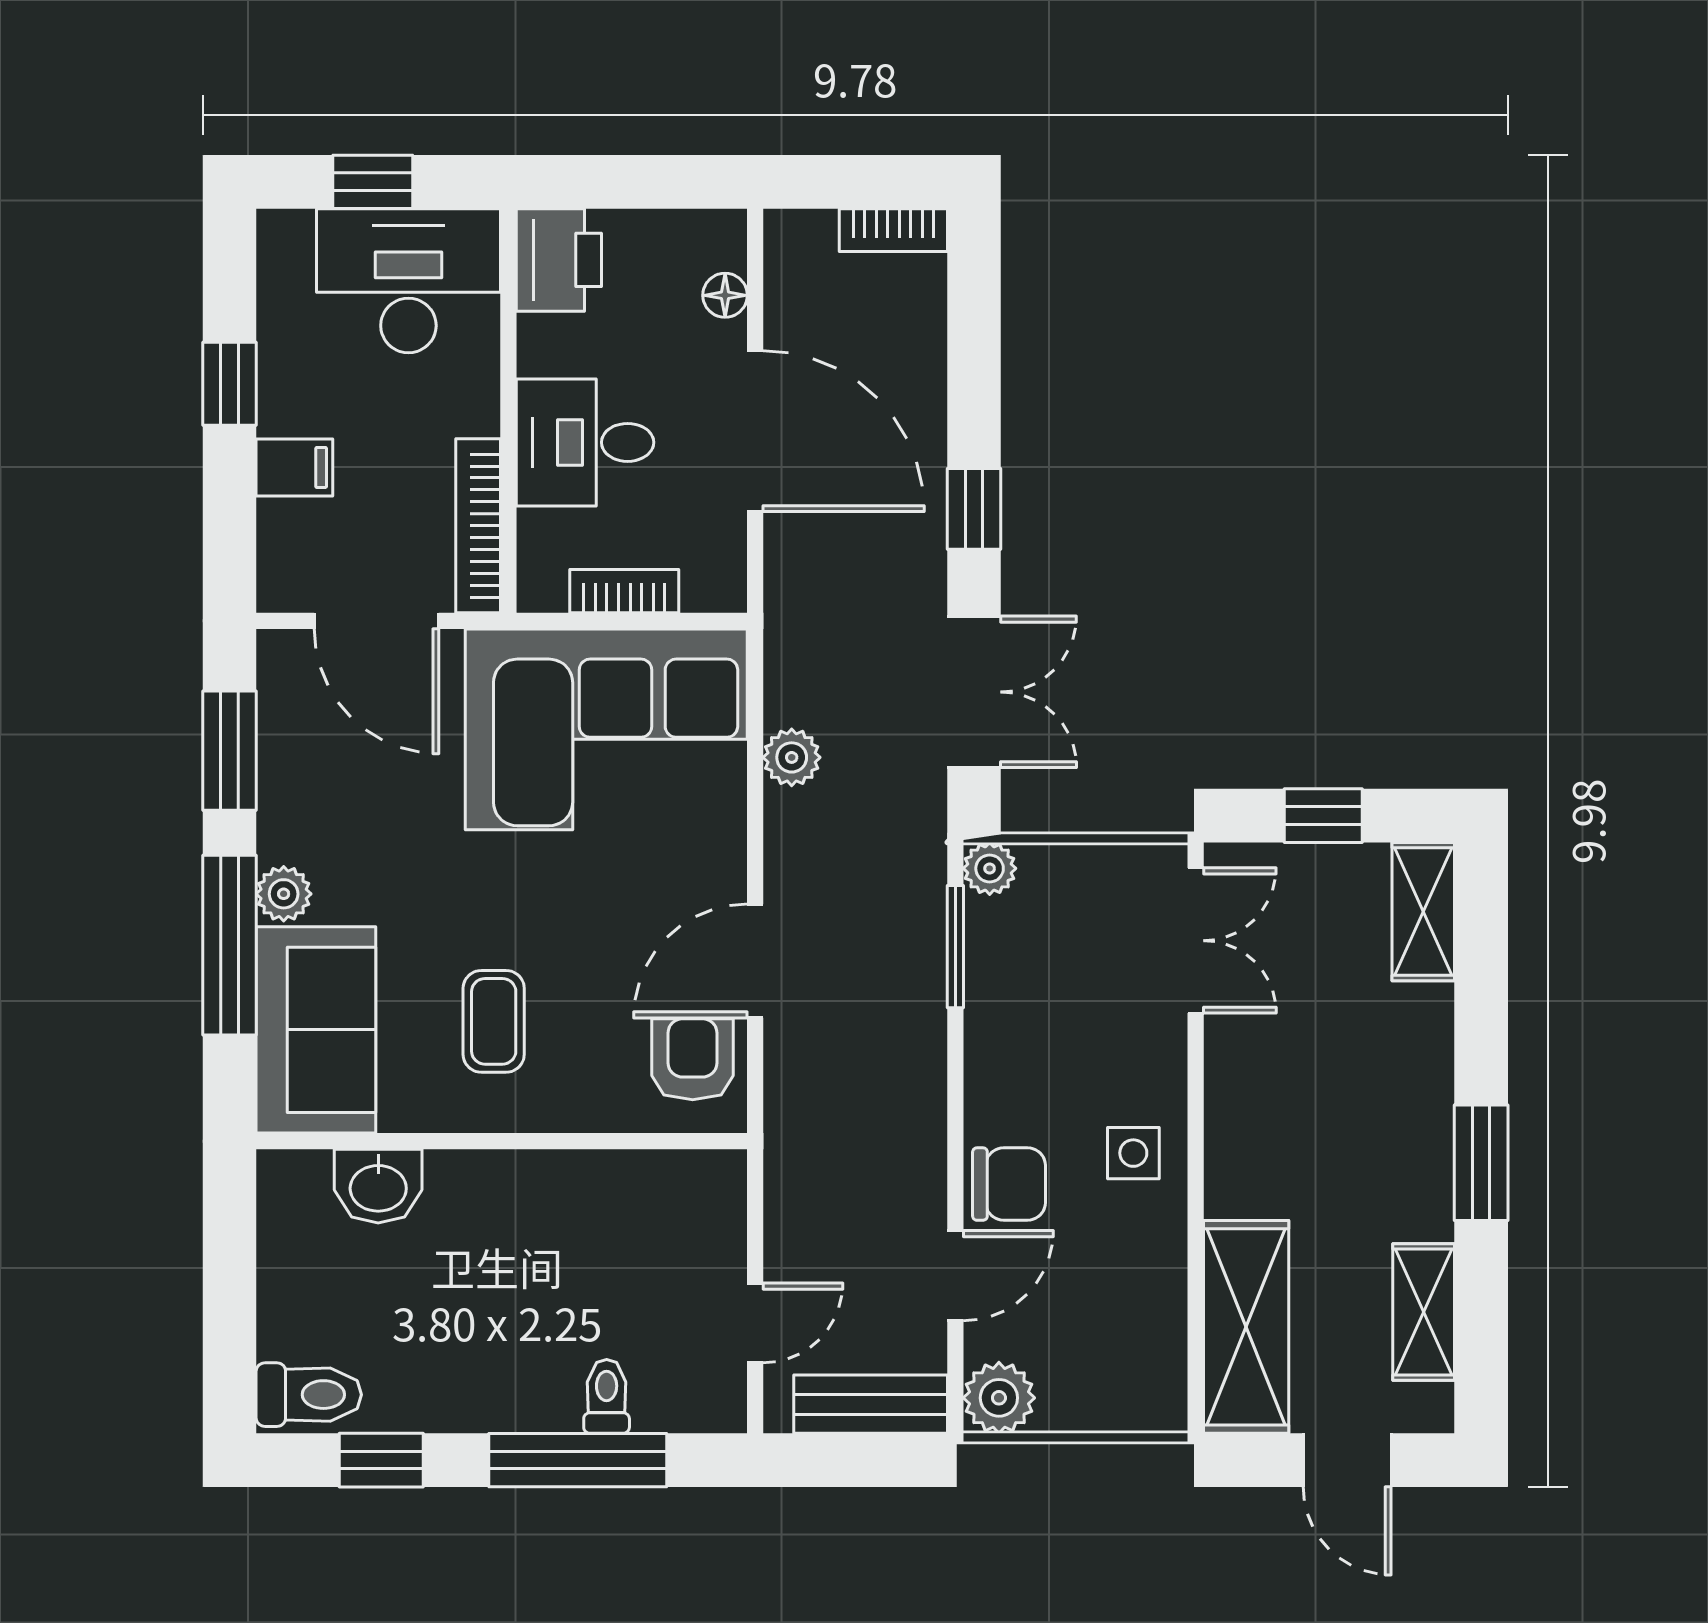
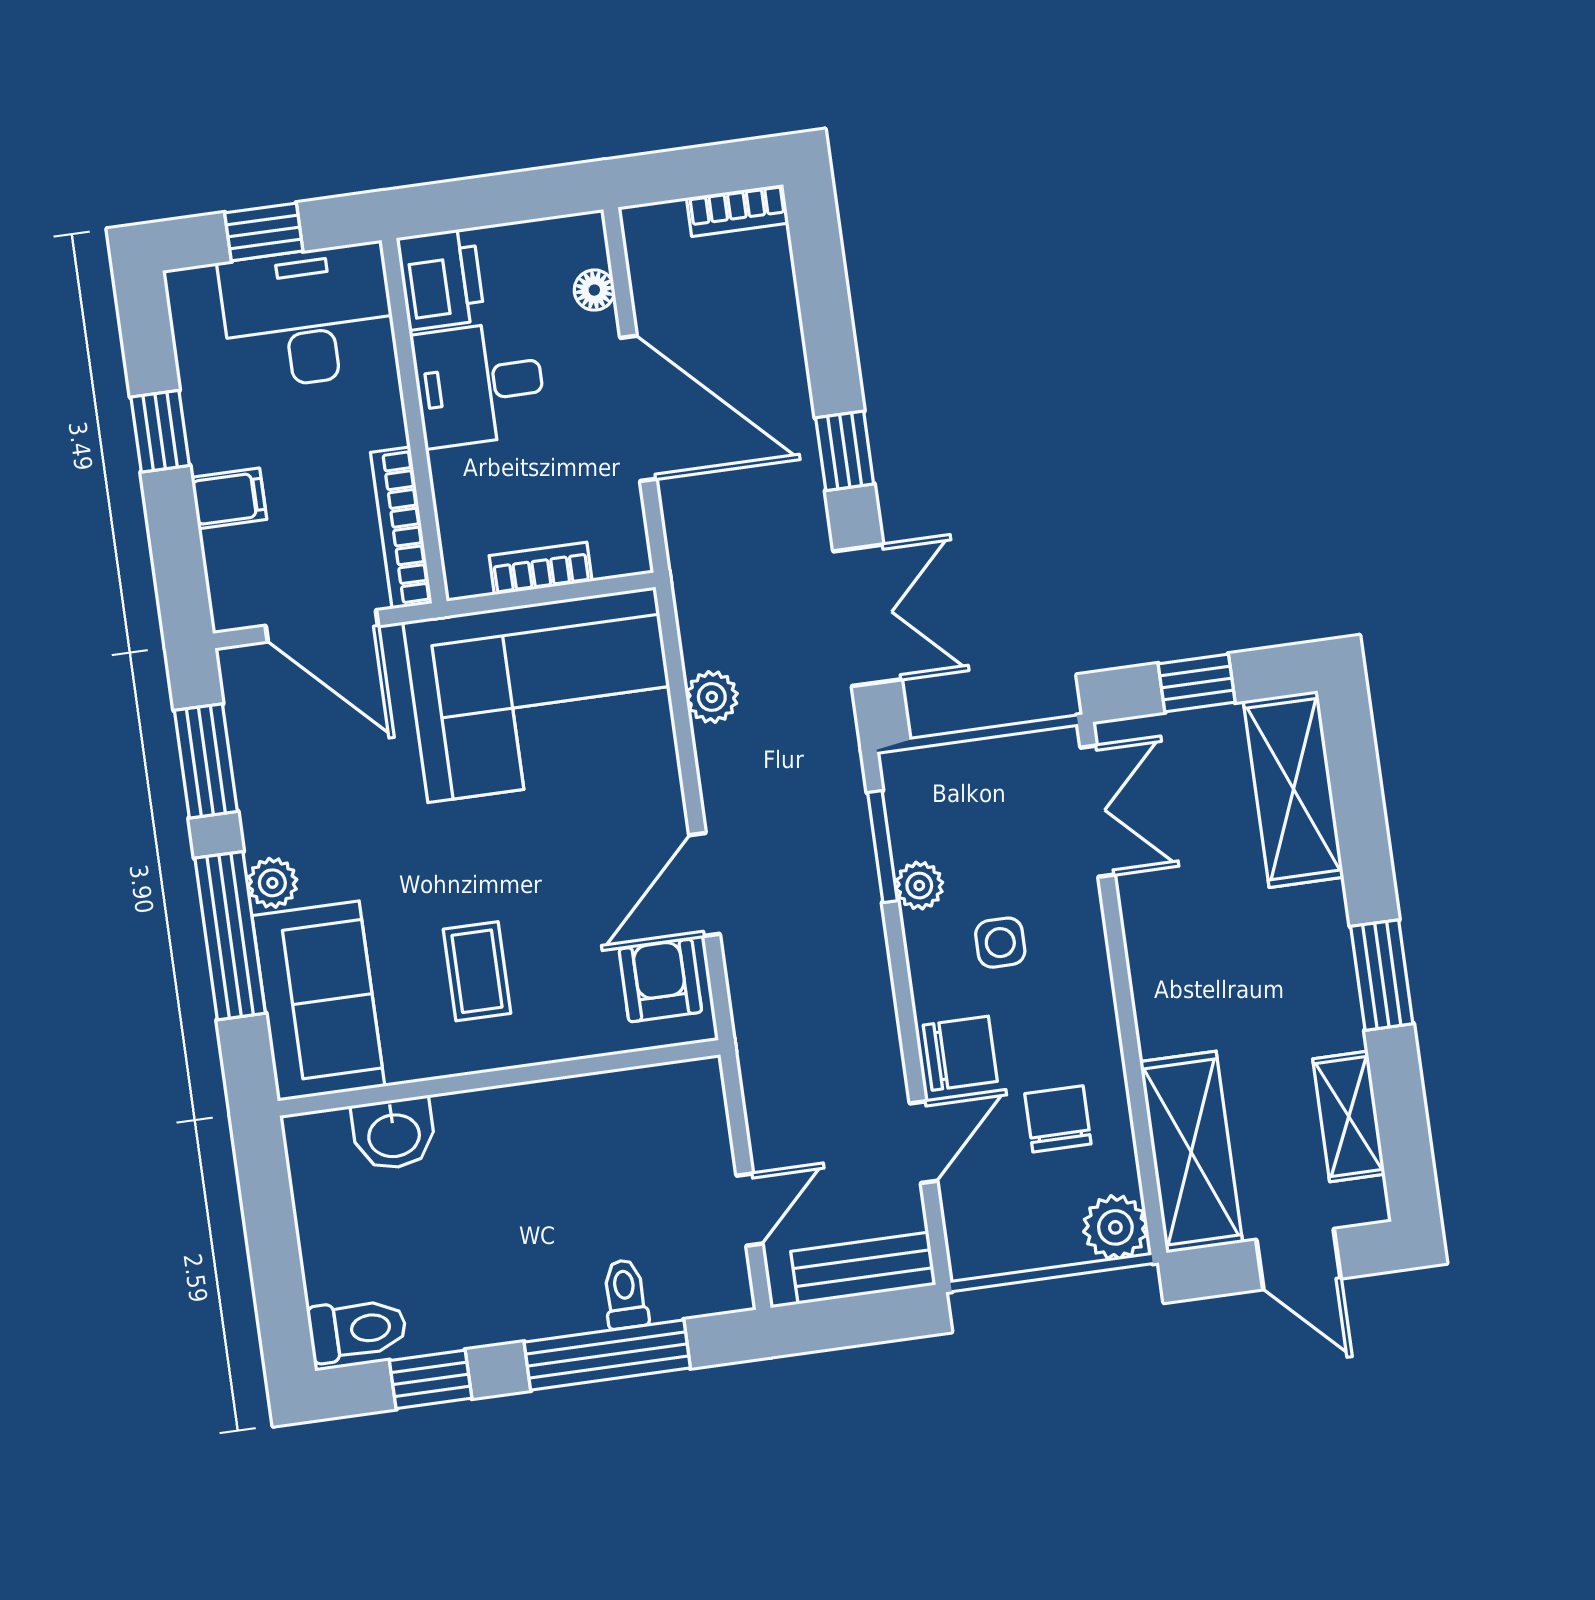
desk: (585, 442) -> (479, 384), moved
plant: (990, 868) -> (919, 886), moved
shelving: (1423, 912) -> (1293, 789), width x1.50, depth x1.33
side table: (1133, 1153) -> (1000, 943), moved
chair: (1106, 1271) -> (1058, 1119), added
plant: (999, 1398) -> (1115, 1227), moved

